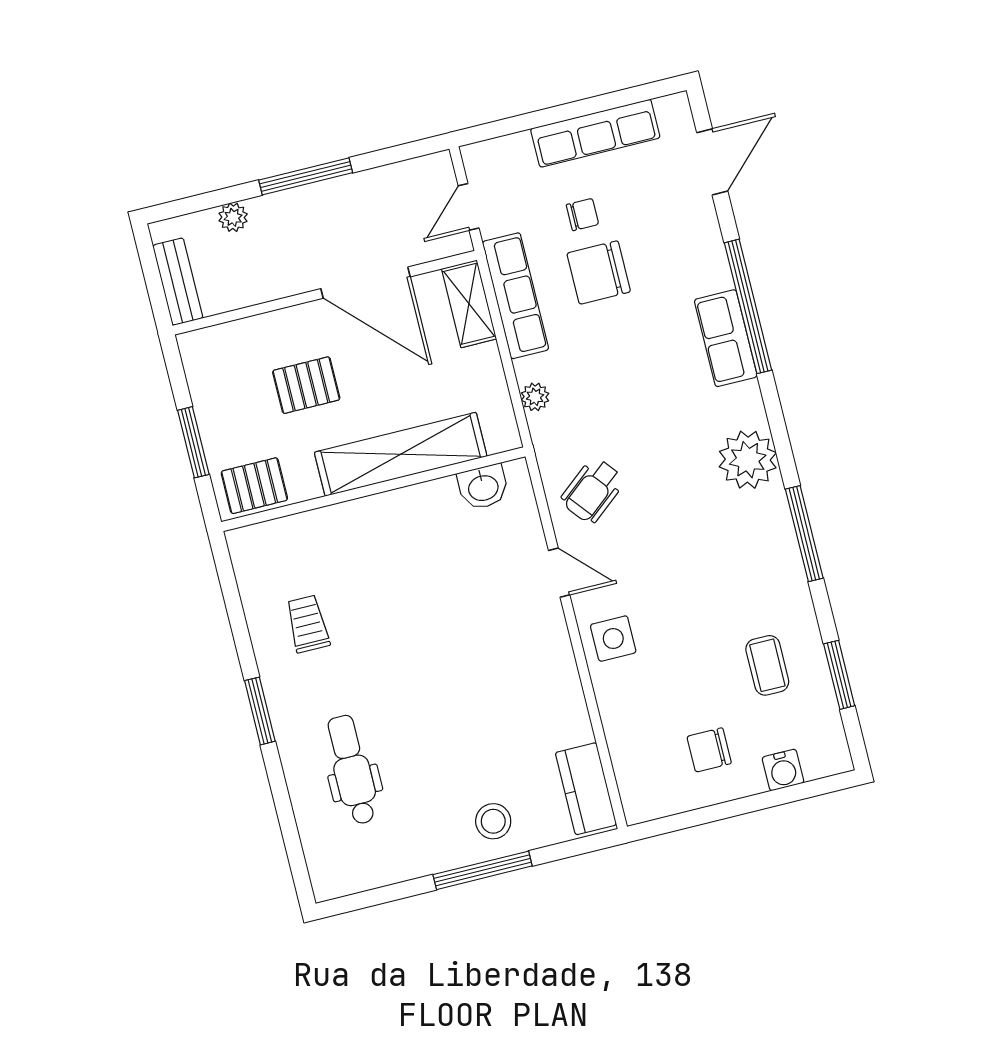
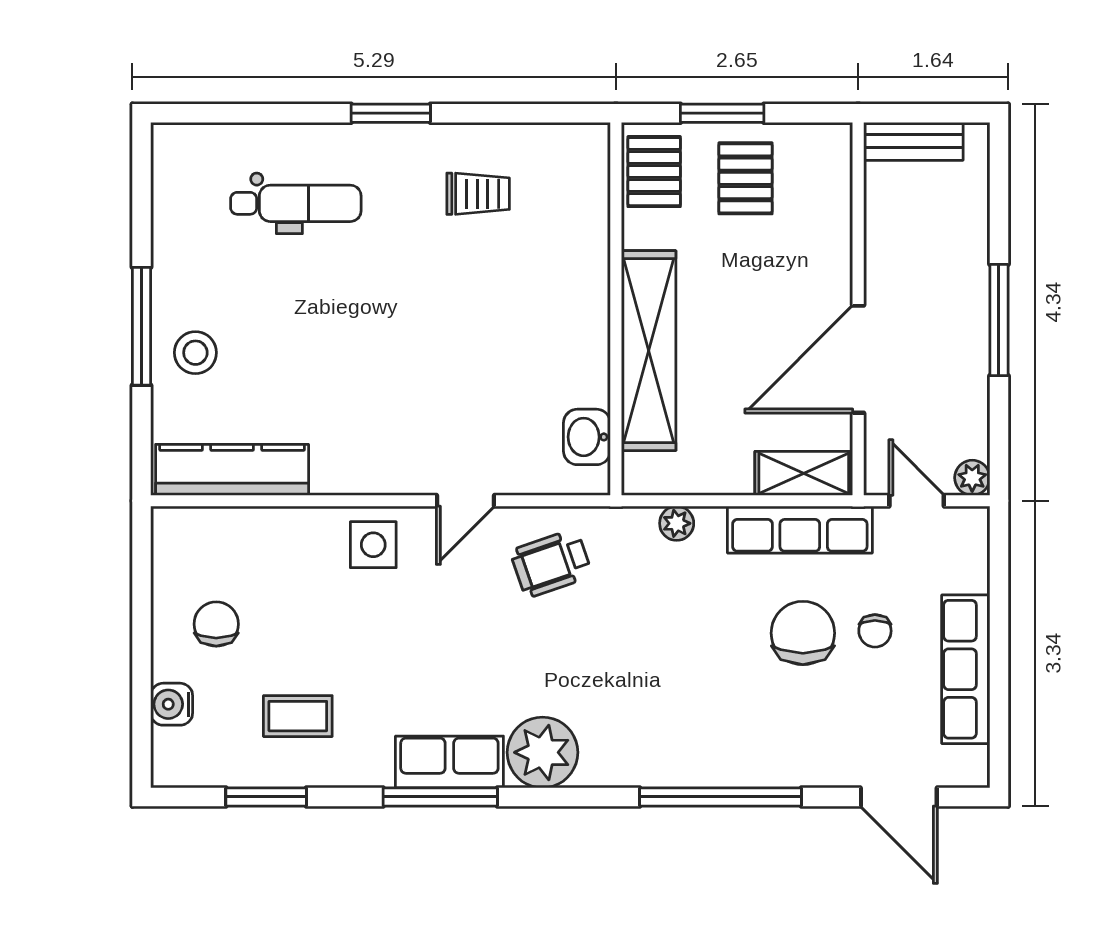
plant: (233, 217) -> (972, 478), moved
row of seats: (726, 338) -> (449, 762), moved
pallet: (306, 385) -> (745, 178), moved
wheelchair: (593, 491) -> (551, 563), turned -70
kitchen counter: (586, 789) -> (232, 470), width x1.50

